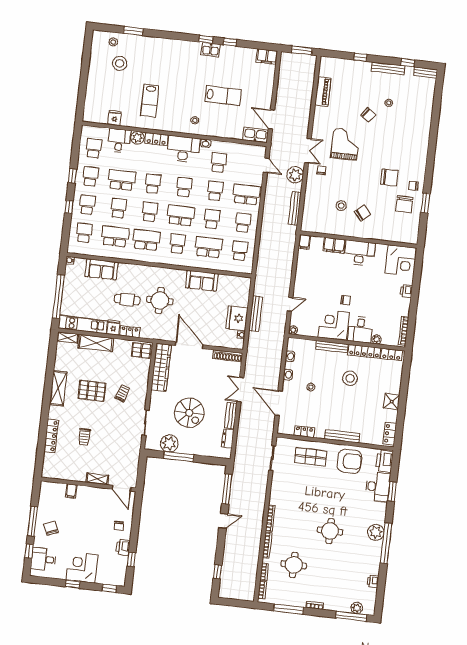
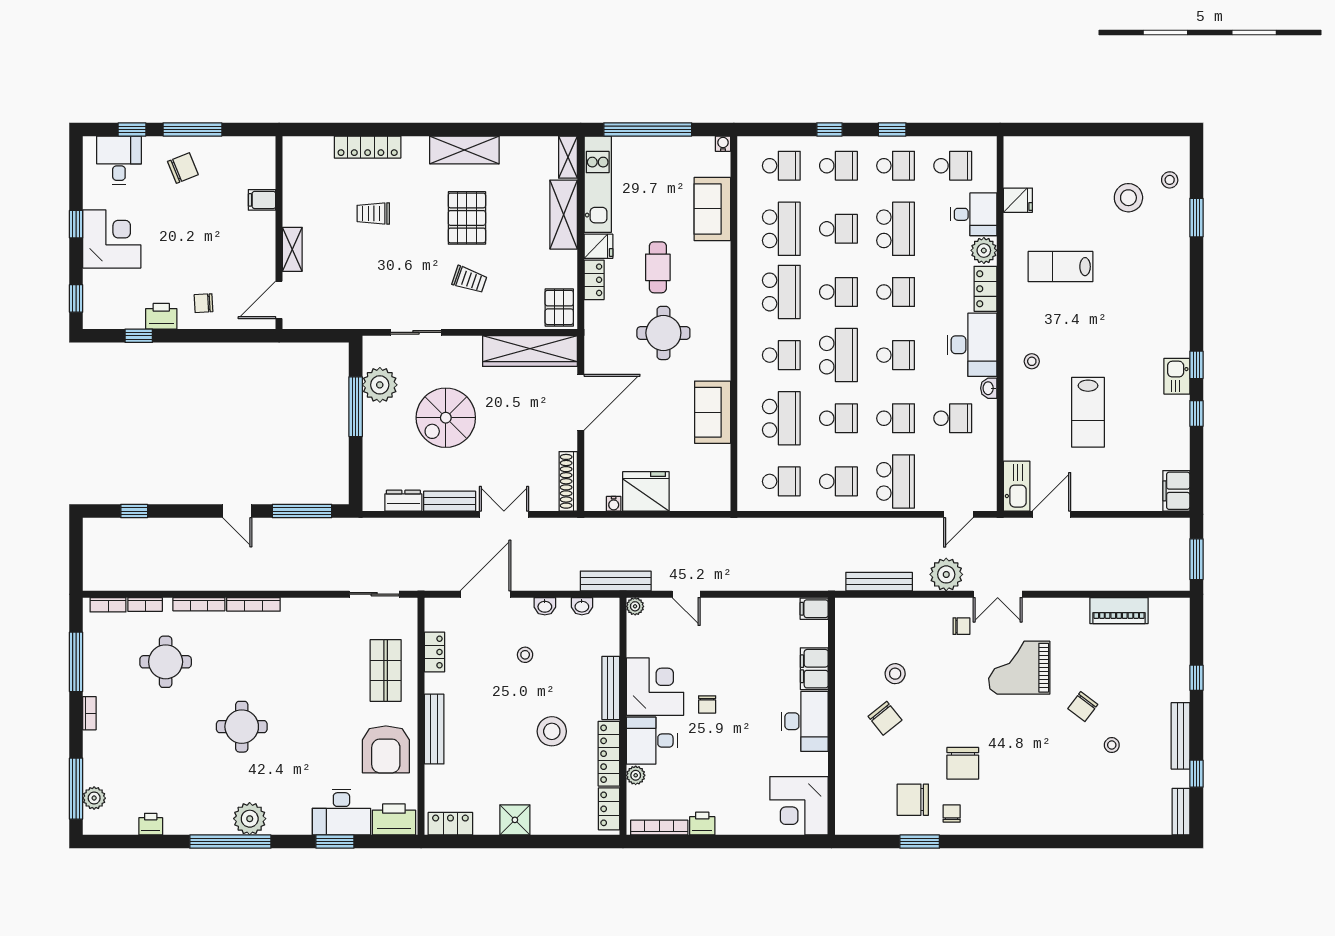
grand piano: (345, 144) -> (1019, 668), turned 180
printer: (406, 291) -> (702, 824), moved
bench: (256, 314) -> (616, 581), moved

